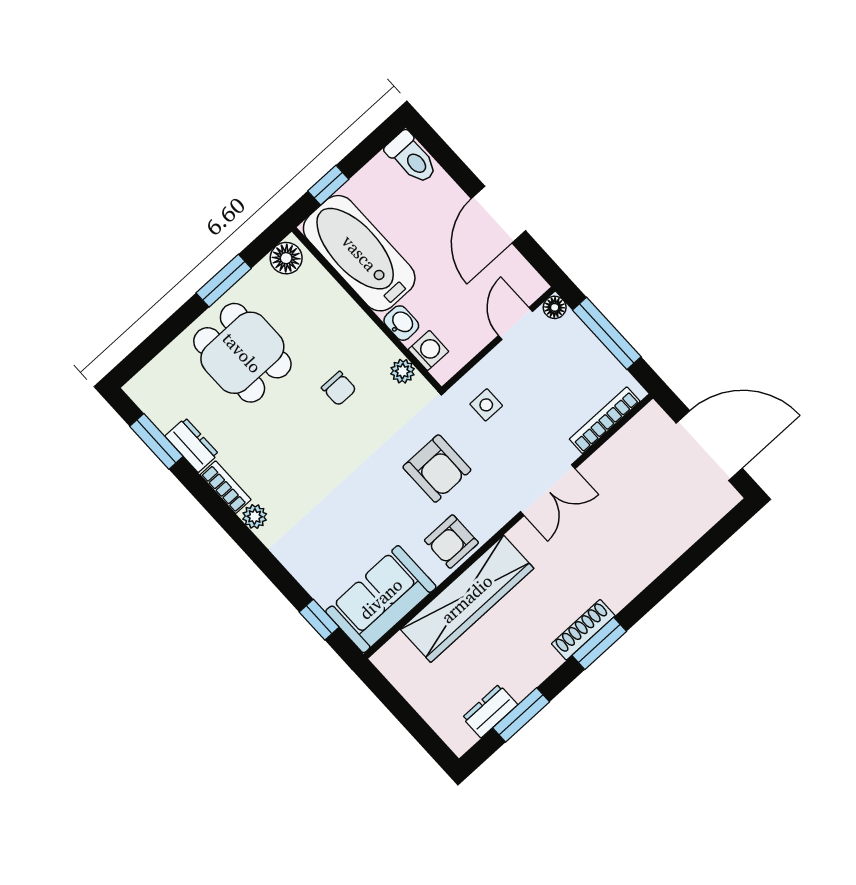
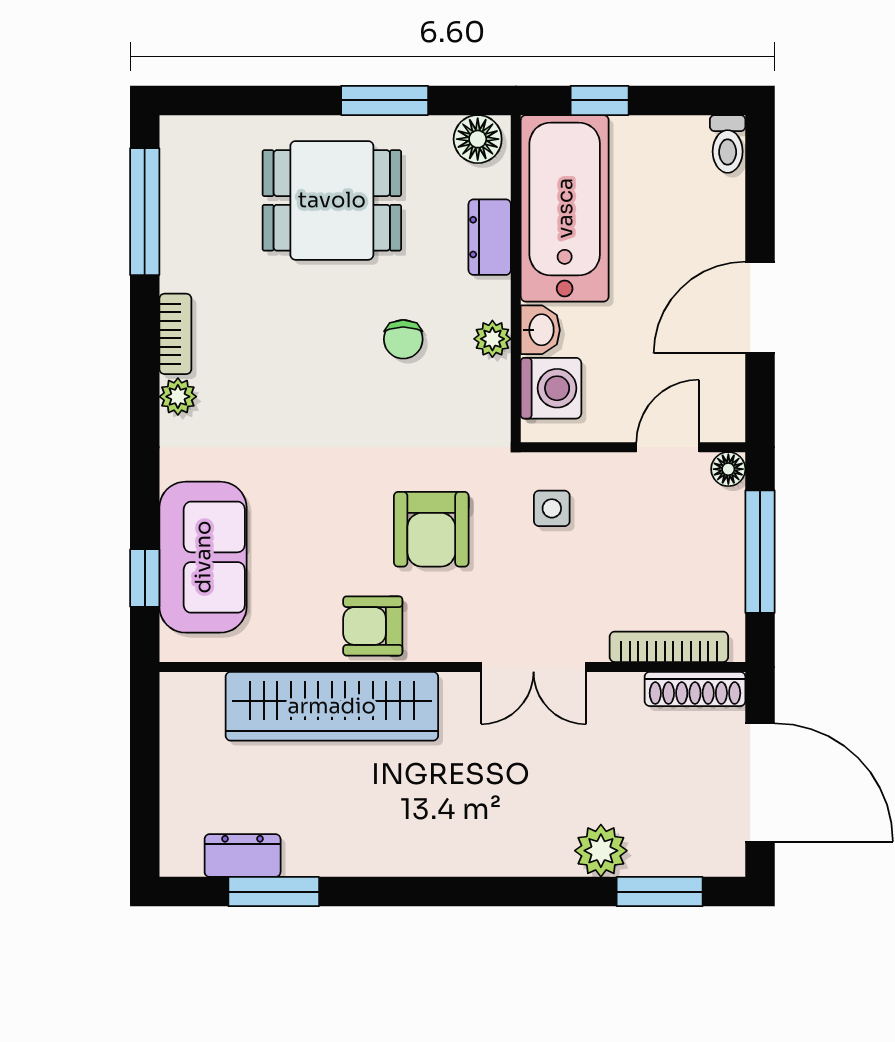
toilet: (412, 158) -> (728, 144), width x0.73, depth x0.72
washing machine: (428, 350) -> (551, 388), width x1.38, depth x1.38
dining table: (242, 353) -> (332, 200), turned 90
plant: (403, 371) -> (492, 339), moved
window: (156, 441) -> (145, 212), width x1.44
dresser: (192, 445) -> (490, 237), moved, turned 180
plant: (662, 550) -> (601, 851), added
sofa: (381, 599) -> (203, 557), moved, turned 90
shoe rack: (583, 630) -> (695, 689), moved, turned 180
window: (599, 643) -> (660, 892), moved

